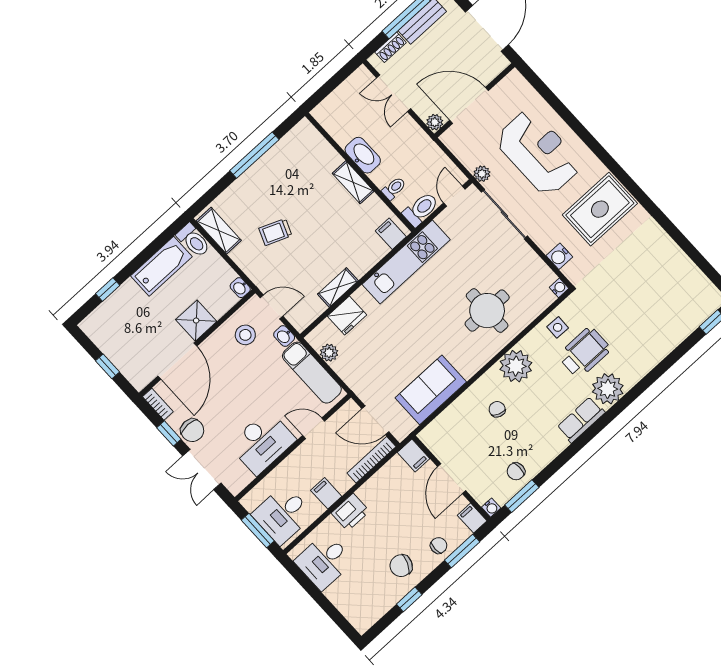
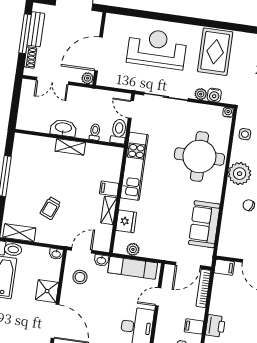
plant: (482, 174) -> (201, 94), moved
filing cabinet: (391, 234) -> (109, 189), moved
round table: (487, 311) -> (199, 156), width x1.36, depth x1.36

